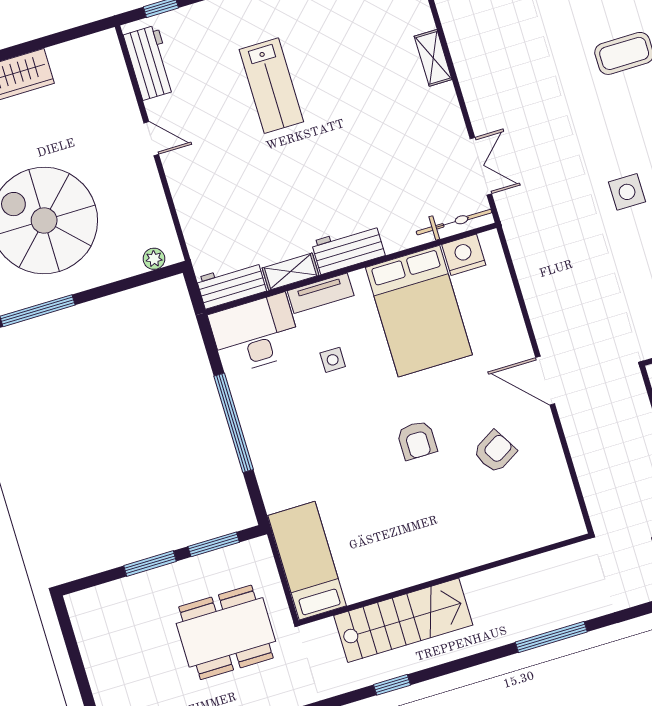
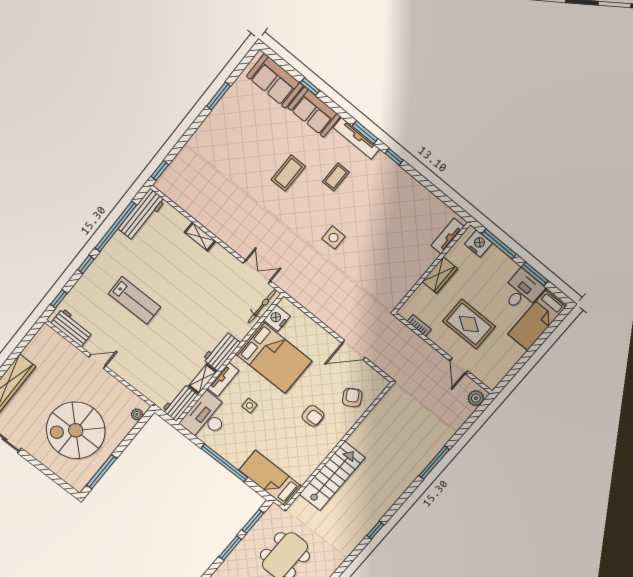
bed: (307, 561) -> (270, 478), moved
wall: (444, 579) -> (338, 446), moved
stairs: (403, 620) -> (332, 476), moved

